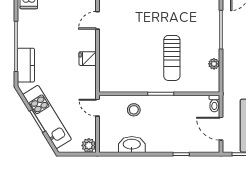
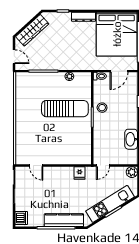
sun lounger: (172, 58) -> (65, 109), width x1.36, depth x1.34
fridge: (88, 59) -> (80, 173), moved
kitchen counter: (26, 65) -> (64, 220), width x1.50
stool: (134, 110) -> (102, 108), moved

